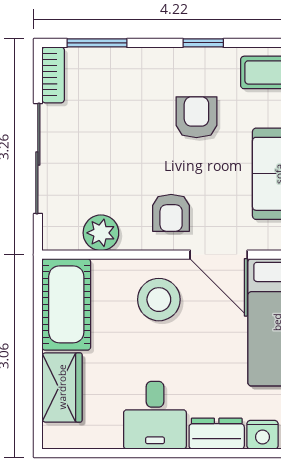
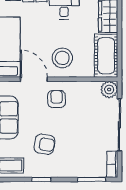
armchair: (196, 117) -> (44, 144), turned -81
plant: (101, 233) -> (109, 90), moved

